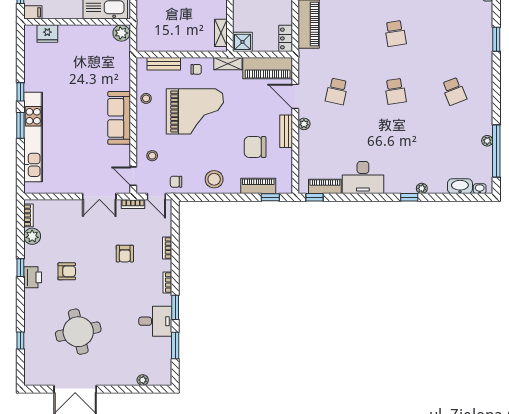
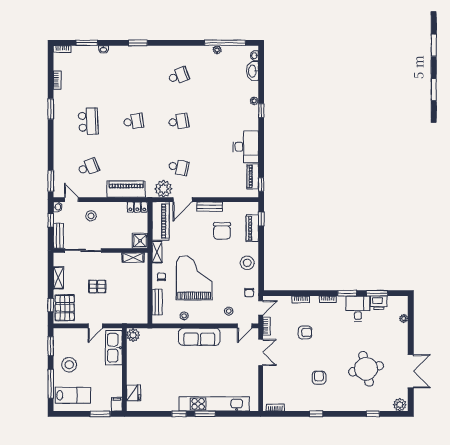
plant: (304, 124) -> (164, 189), moved, width x1.87, depth x1.87
plant: (32, 236) -> (400, 405), moved
printer: (33, 277) -> (379, 303), moved, turned 180

